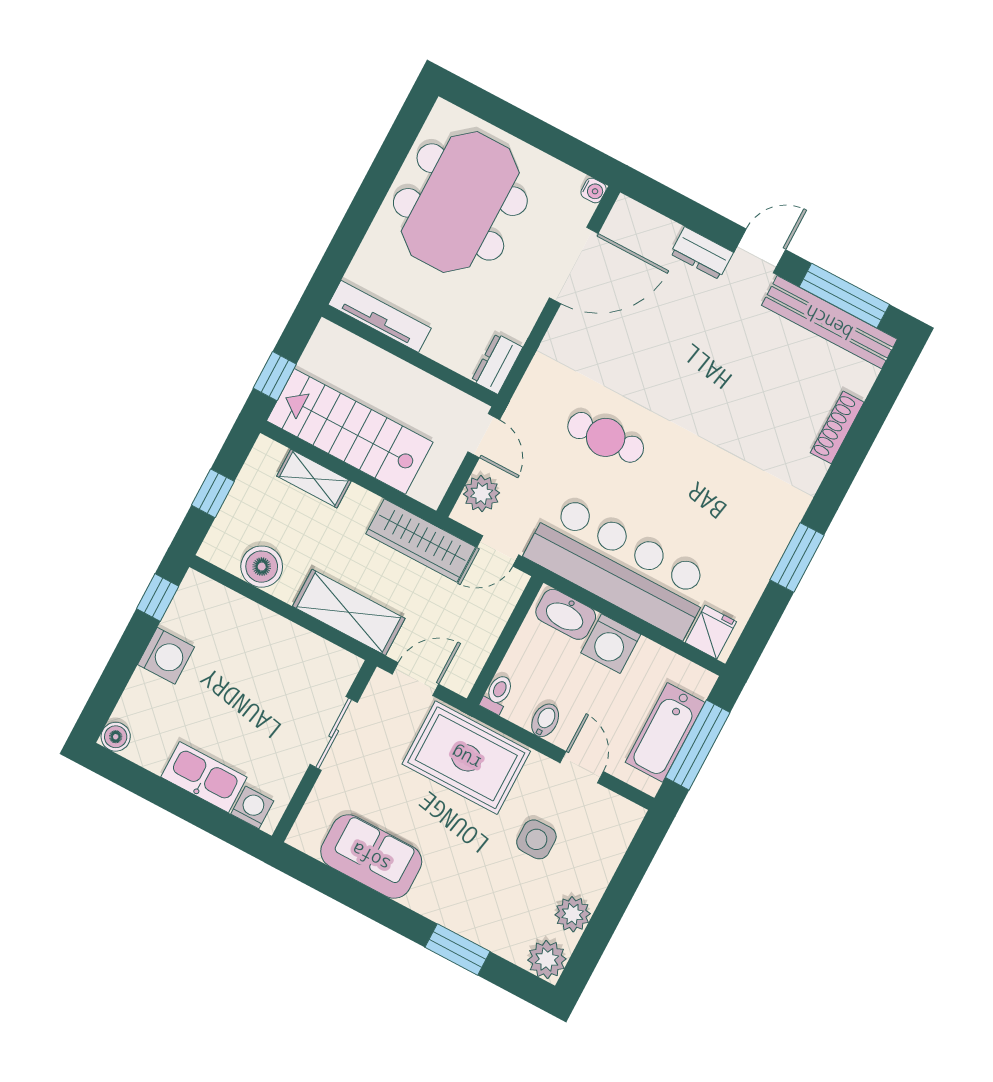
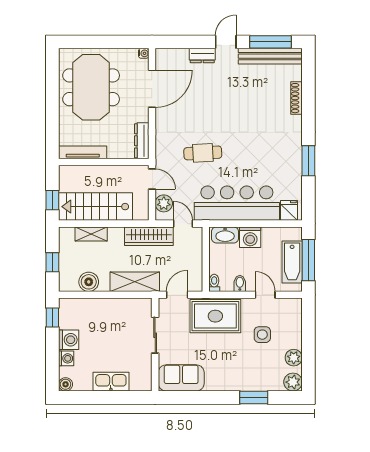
dresser: (497, 364) -> (142, 141), width x1.44
door: (498, 551) -> (183, 224), swing flipped
washing machine: (252, 807) -> (66, 358), moved, turned 90
sofa: (371, 857) -> (181, 378), moved

